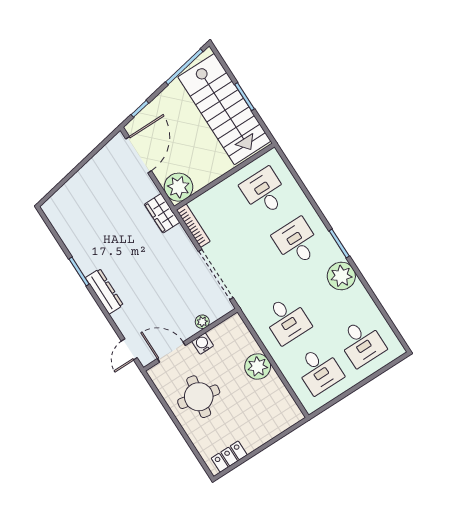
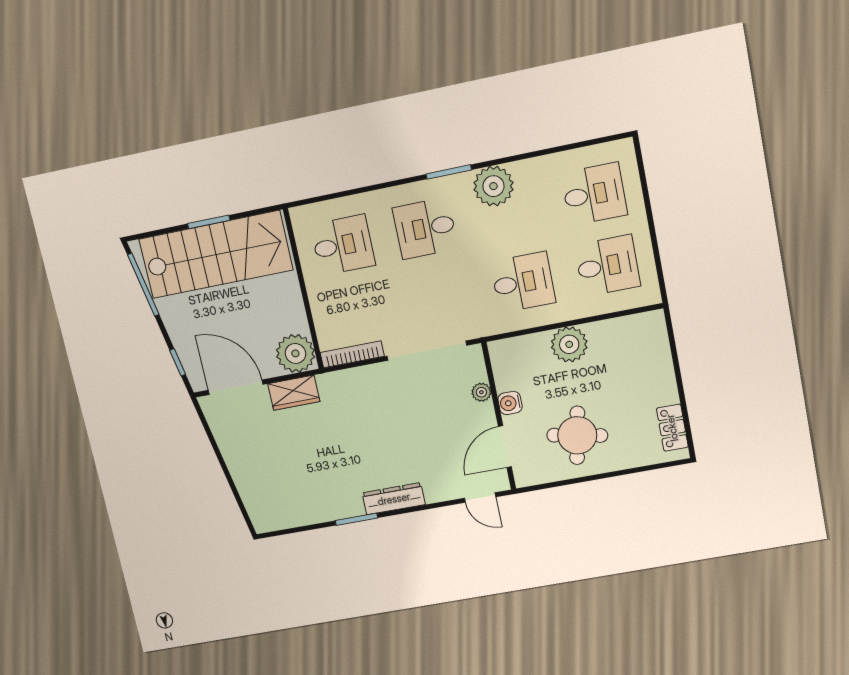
desk: (264, 192) -> (343, 245), turned 180
wardrobe: (162, 213) -> (294, 393), moved

